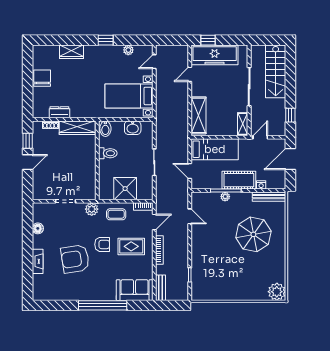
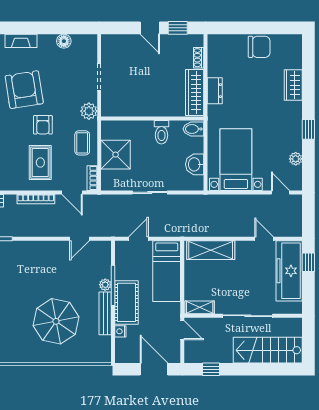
dresser: (59, 112) -> (215, 91), moved
bench: (269, 197) -> (105, 313), moved

